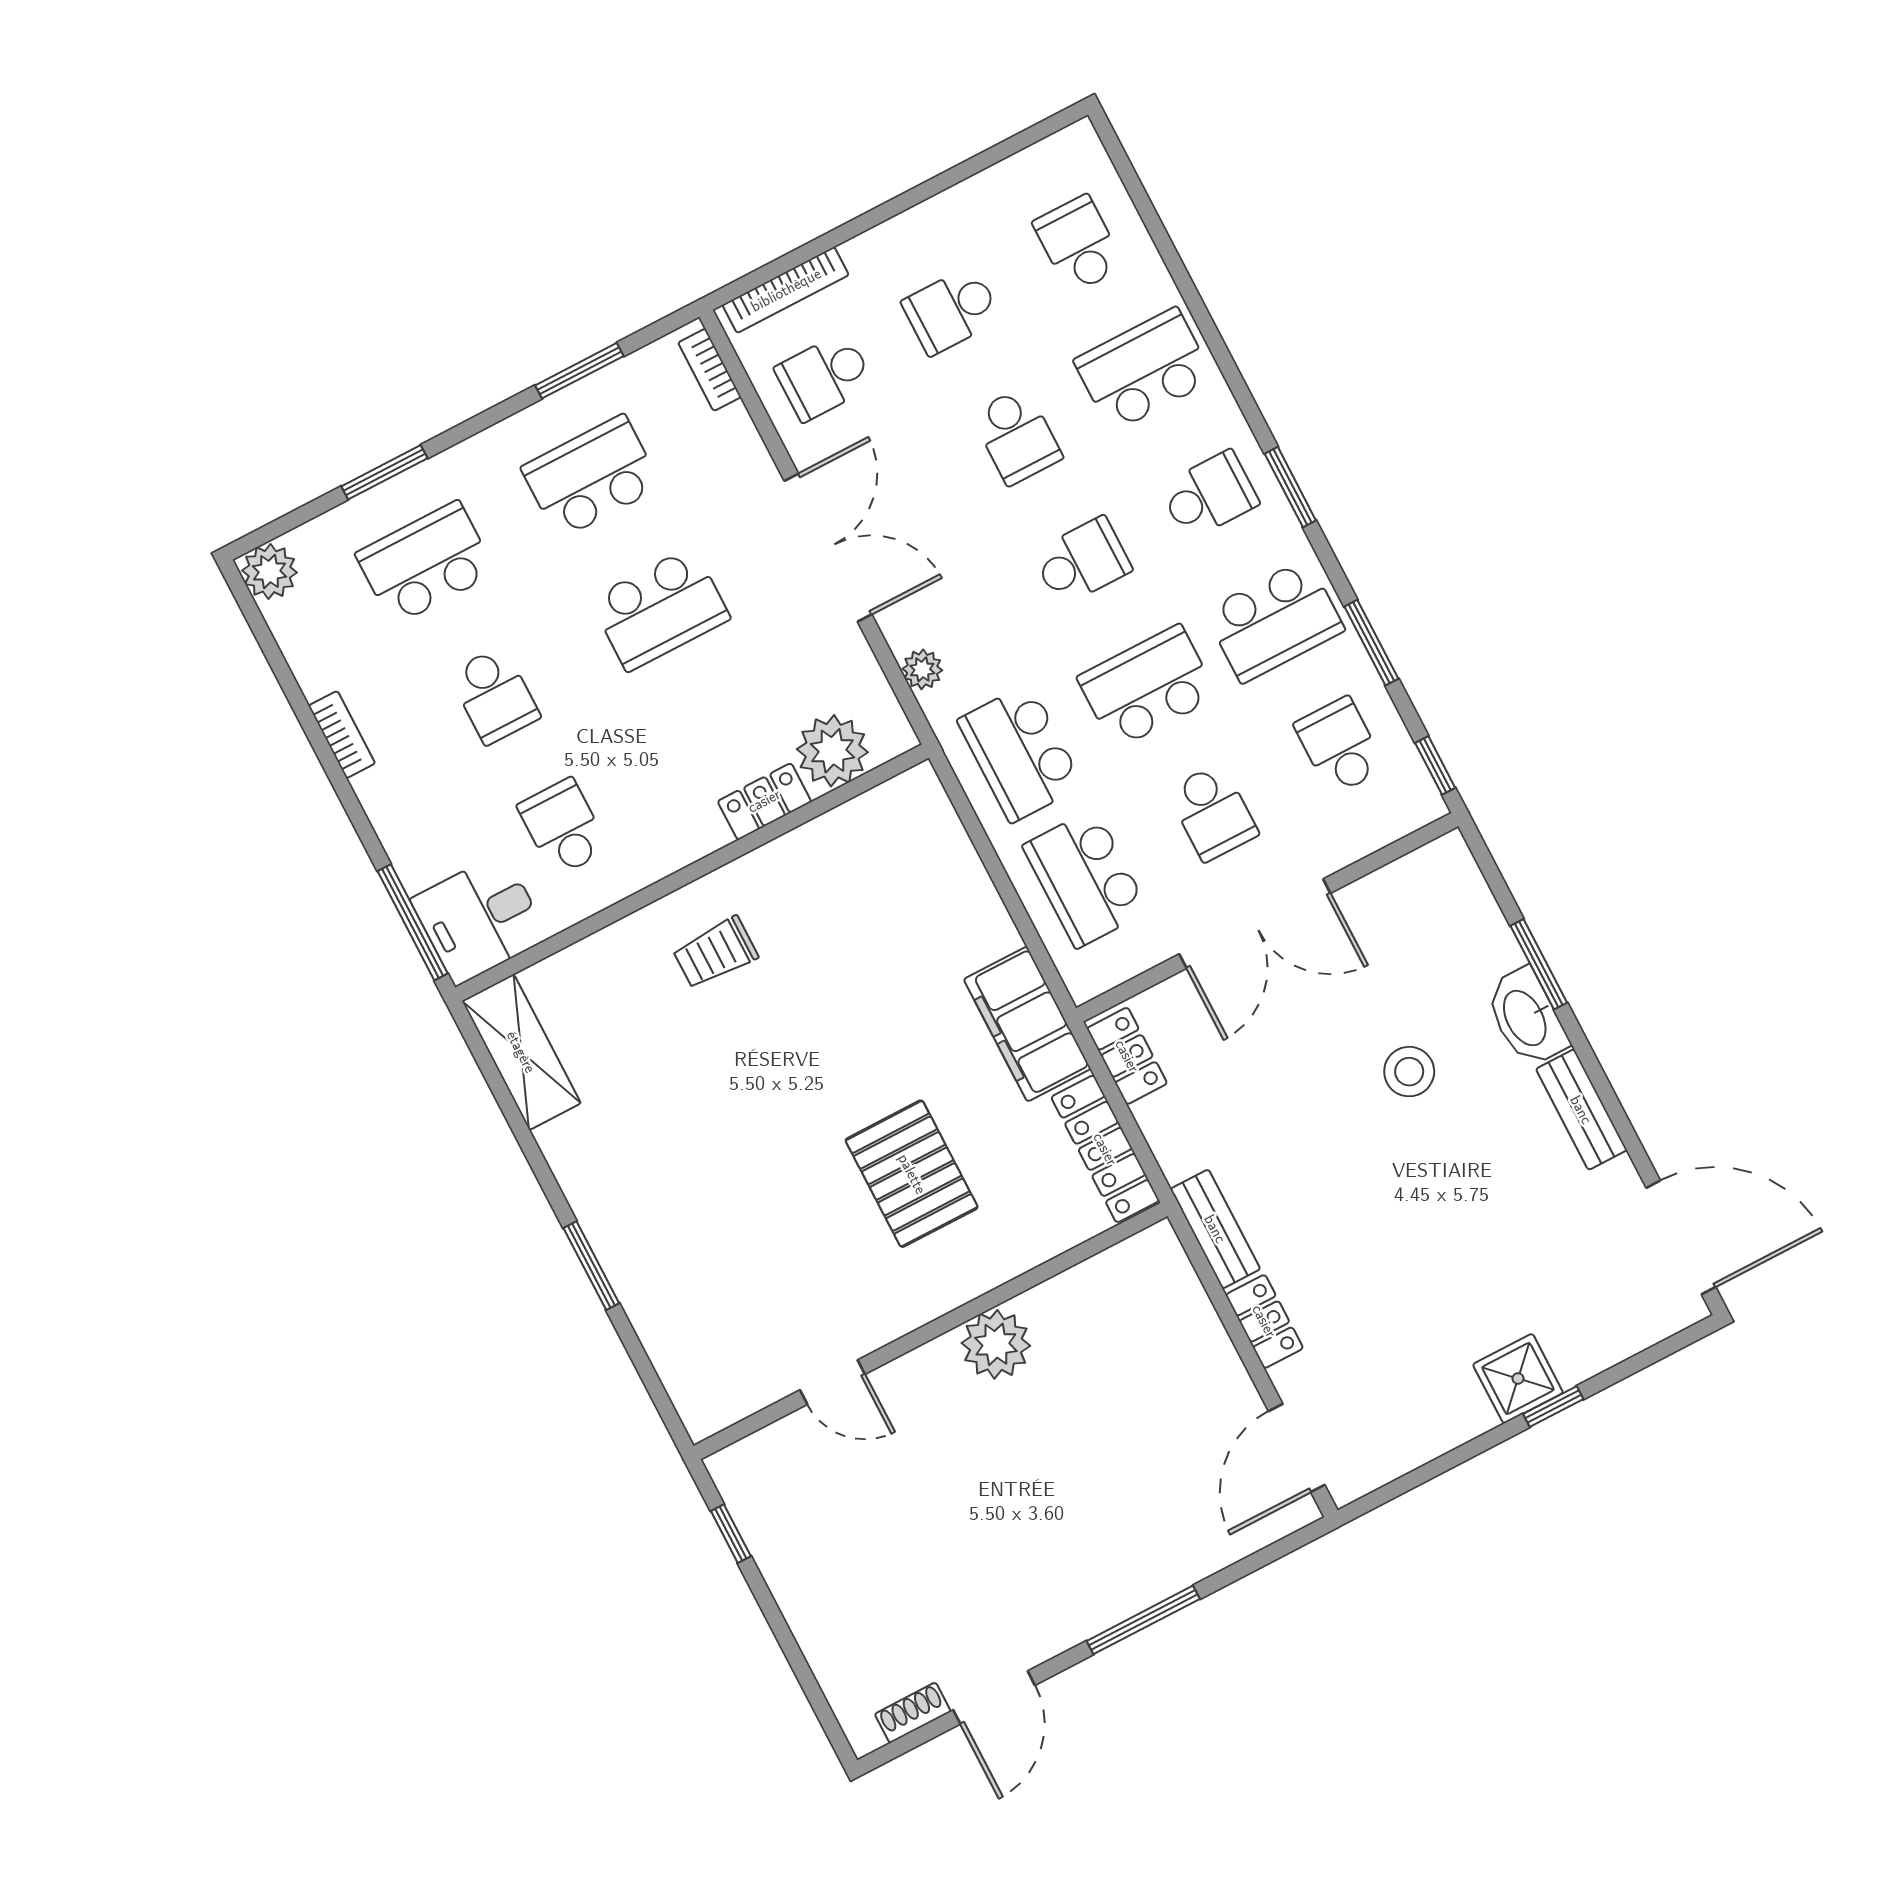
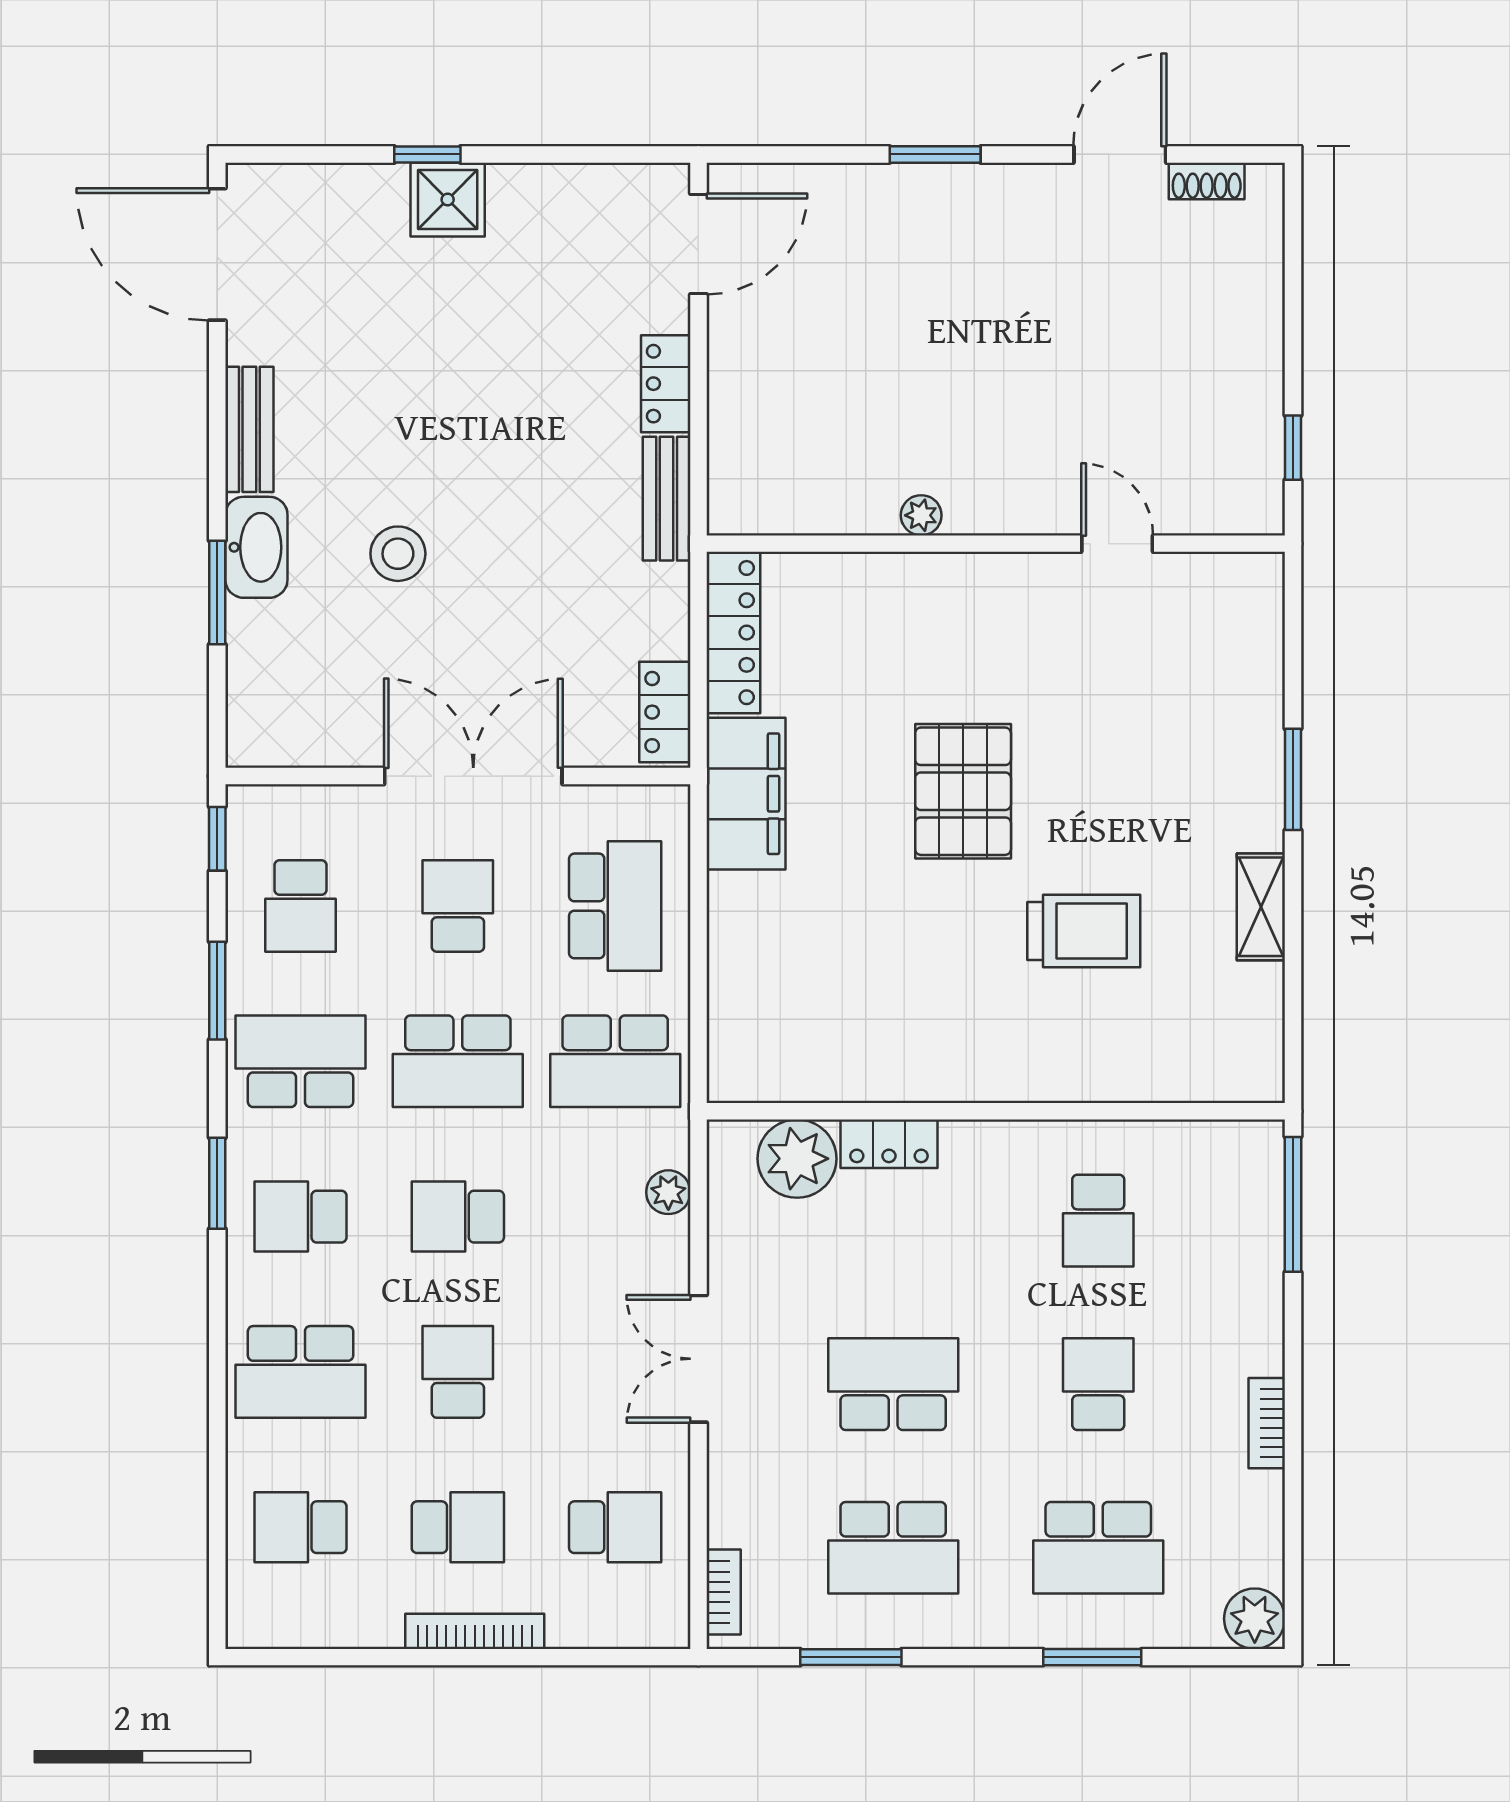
school desk: (1079, 244) -> (301, 1527), turned 90
bookcase: (786, 290) -> (475, 1631), moved
double door: (828, 548) -> (698, 1359), width x0.73
school desk: (1020, 753) -> (615, 1061), turned 90
desk: (480, 919) -> (1226, 1174), removed
trolley: (715, 953) -> (1084, 931), moved, width x1.36, depth x1.39
shelving: (521, 1052) -> (1261, 907), moved, width x0.67, depth x0.75
pallet: (912, 1174) -> (963, 791), moved
plant: (996, 1344) -> (921, 515), width x0.53, depth x0.53
window: (1143, 1620) -> (935, 154), width x0.69

